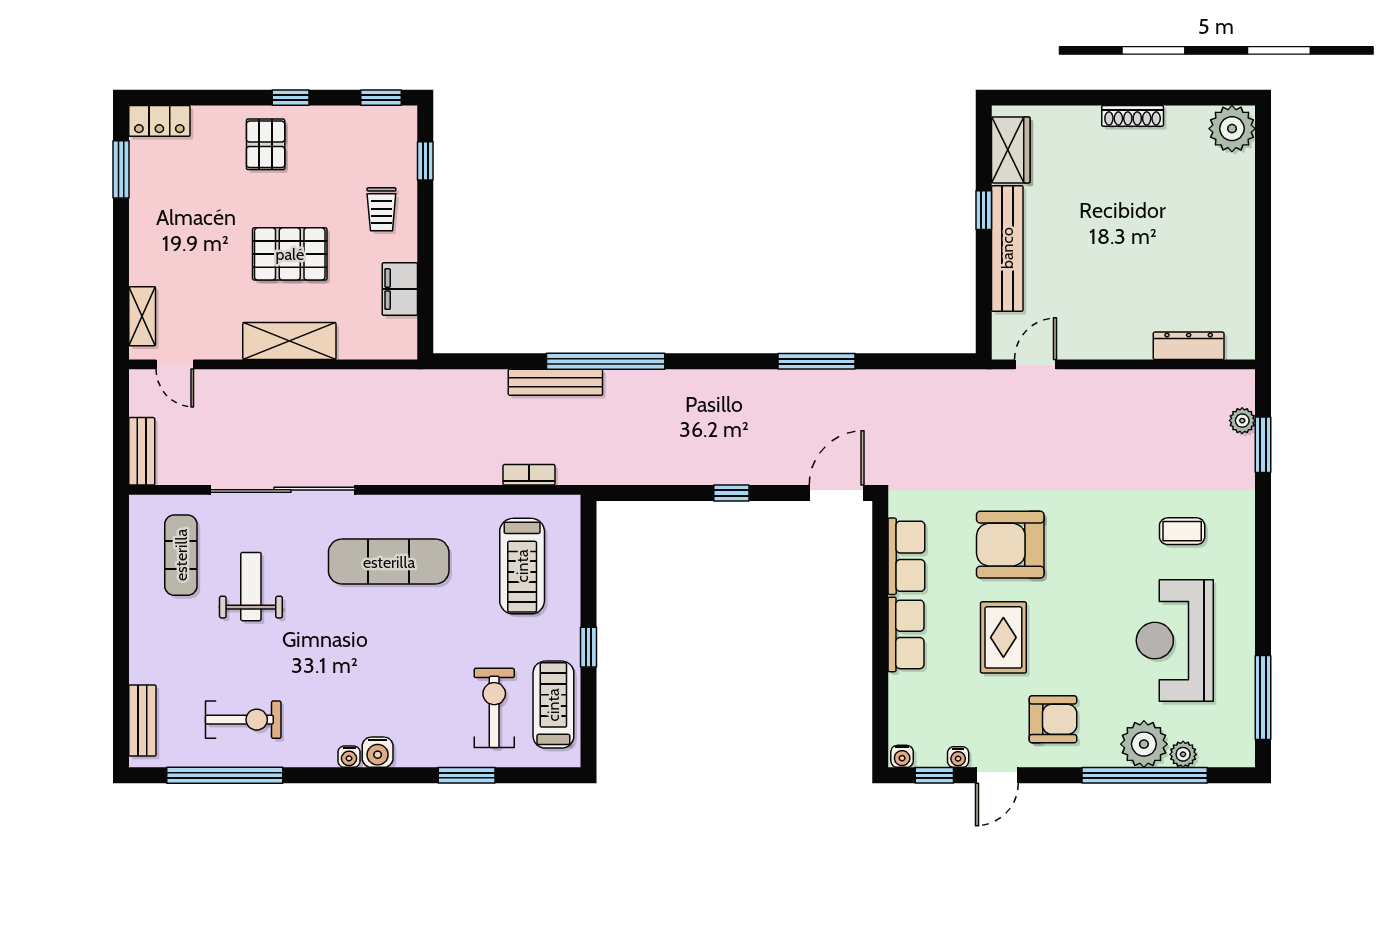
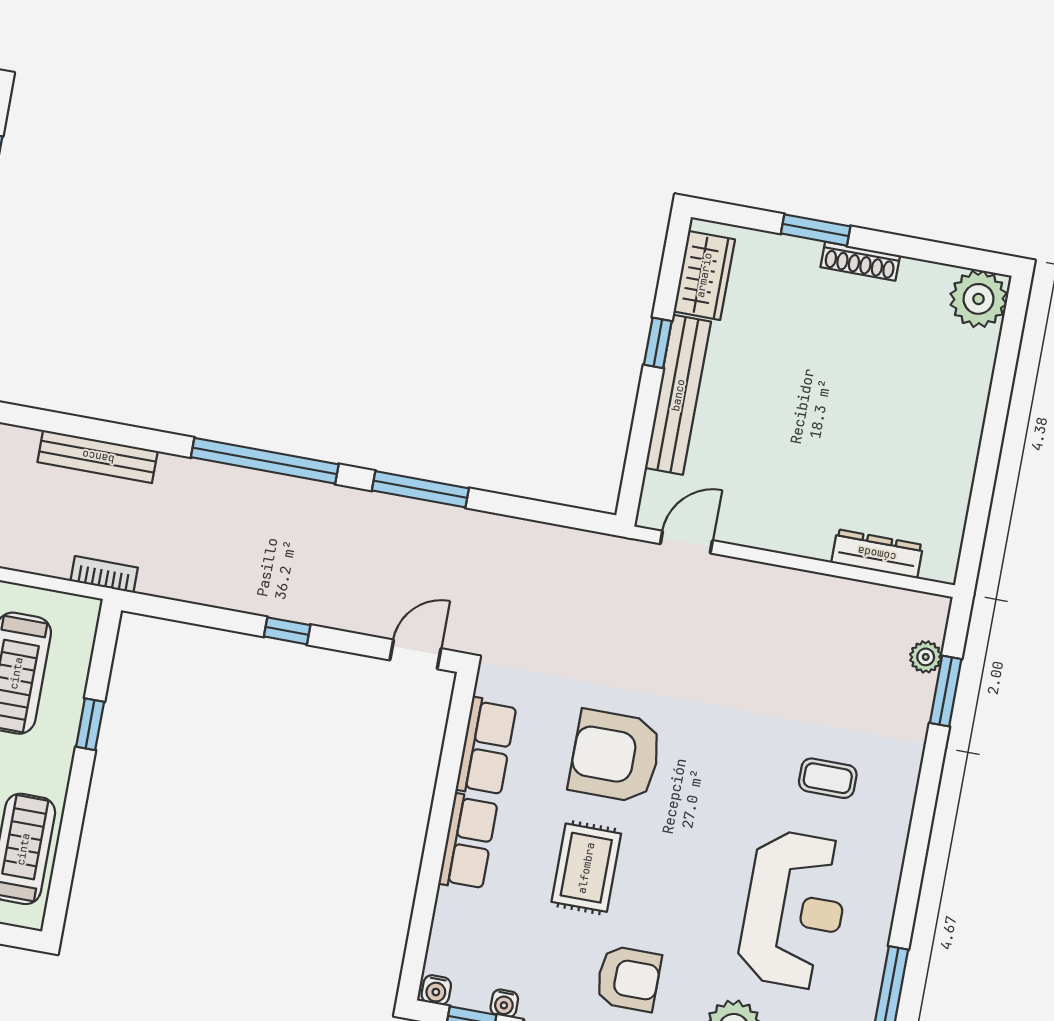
window: (1093, 98) -> (816, 230), added
window: (606, 361) -> (265, 461), moved
bookcase: (529, 475) -> (104, 574), moved
door: (837, 493) -> (415, 654), width x0.73
reception desk: (1175, 641) -> (794, 910), turned 180
window: (588, 647) -> (90, 724), moved

